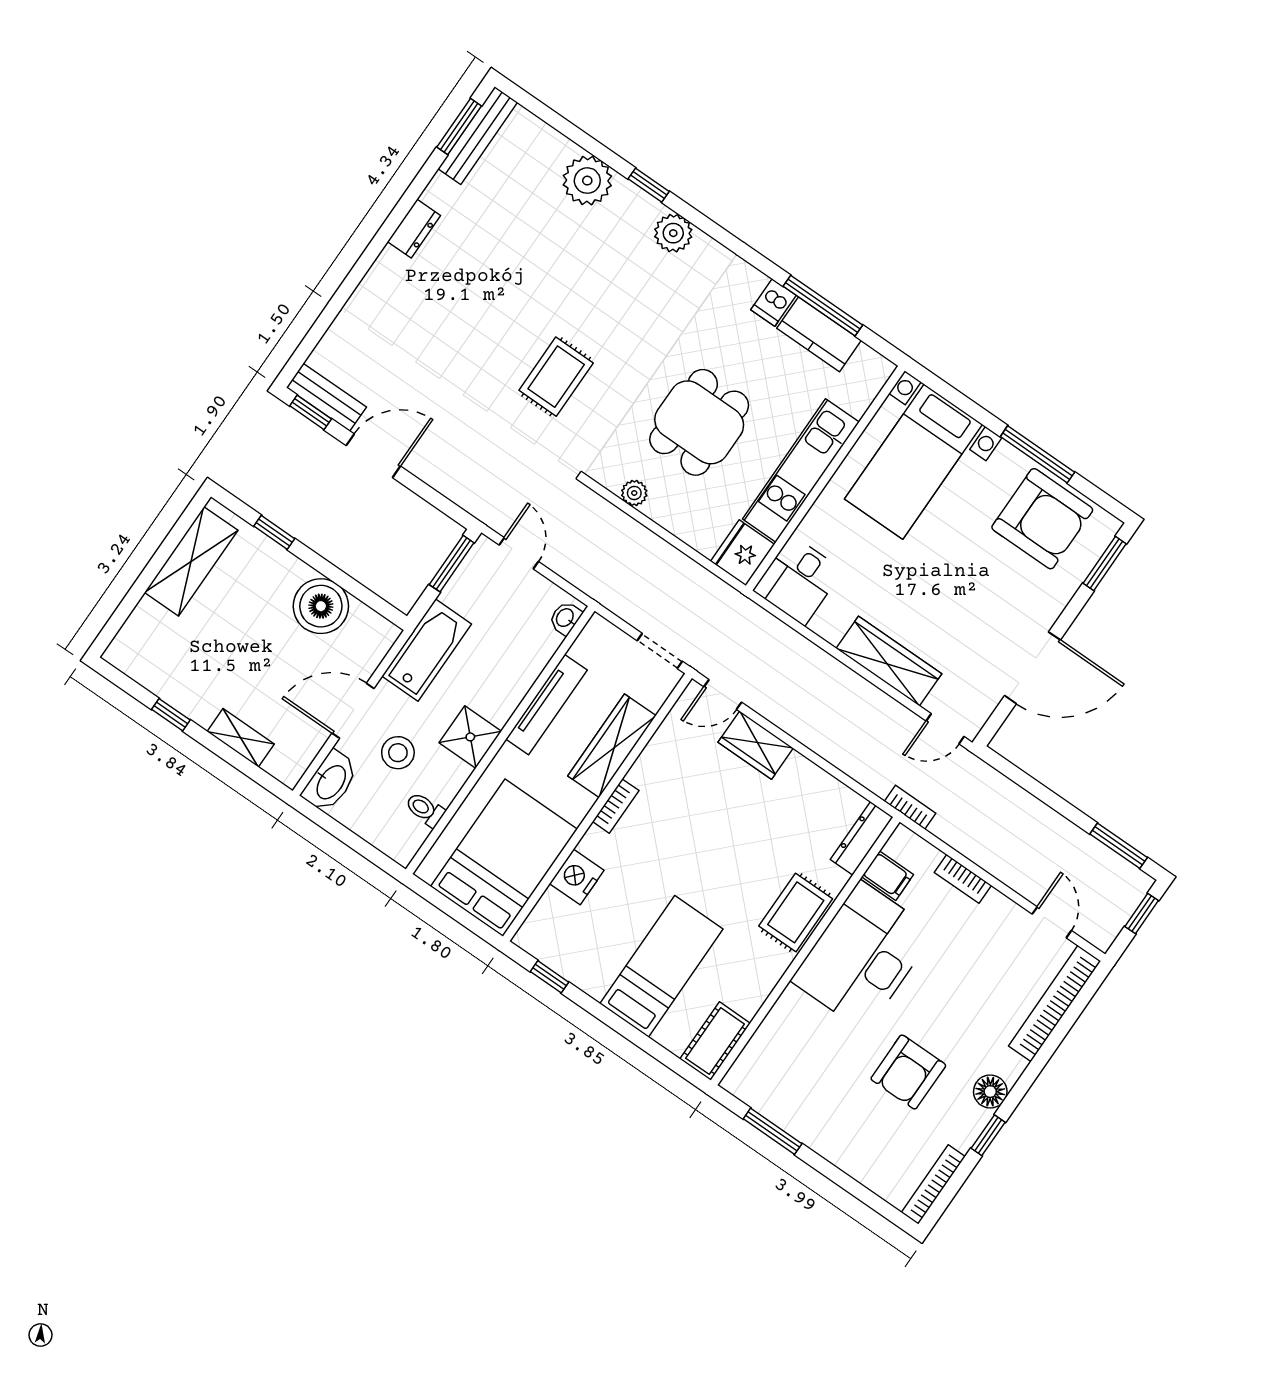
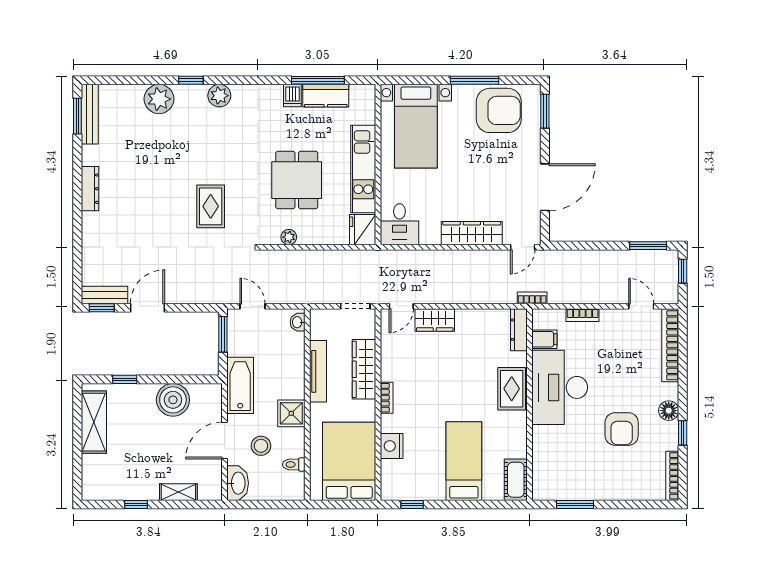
dresser: (414, 229) -> (90, 189), width x1.44

